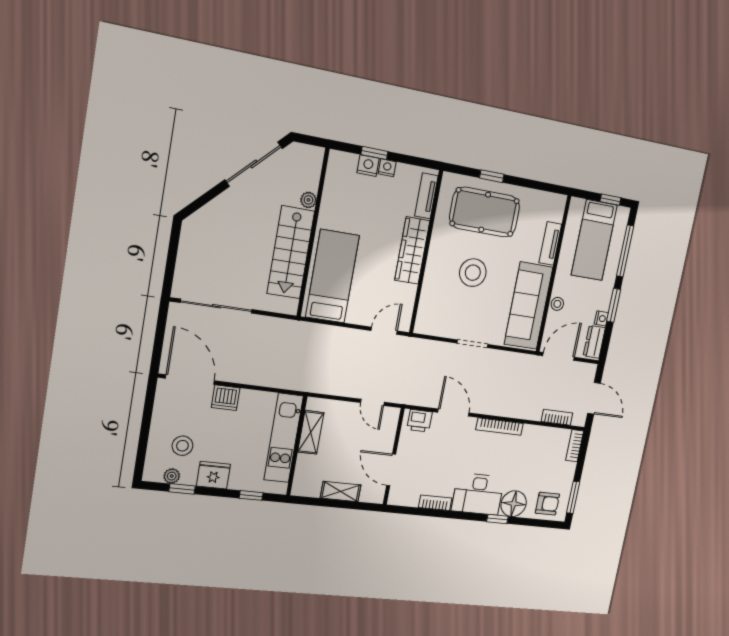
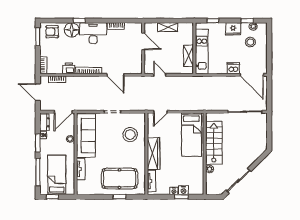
stool: (473, 273) -> (130, 135), moved
printer: (420, 421) -> (69, 68), moved

